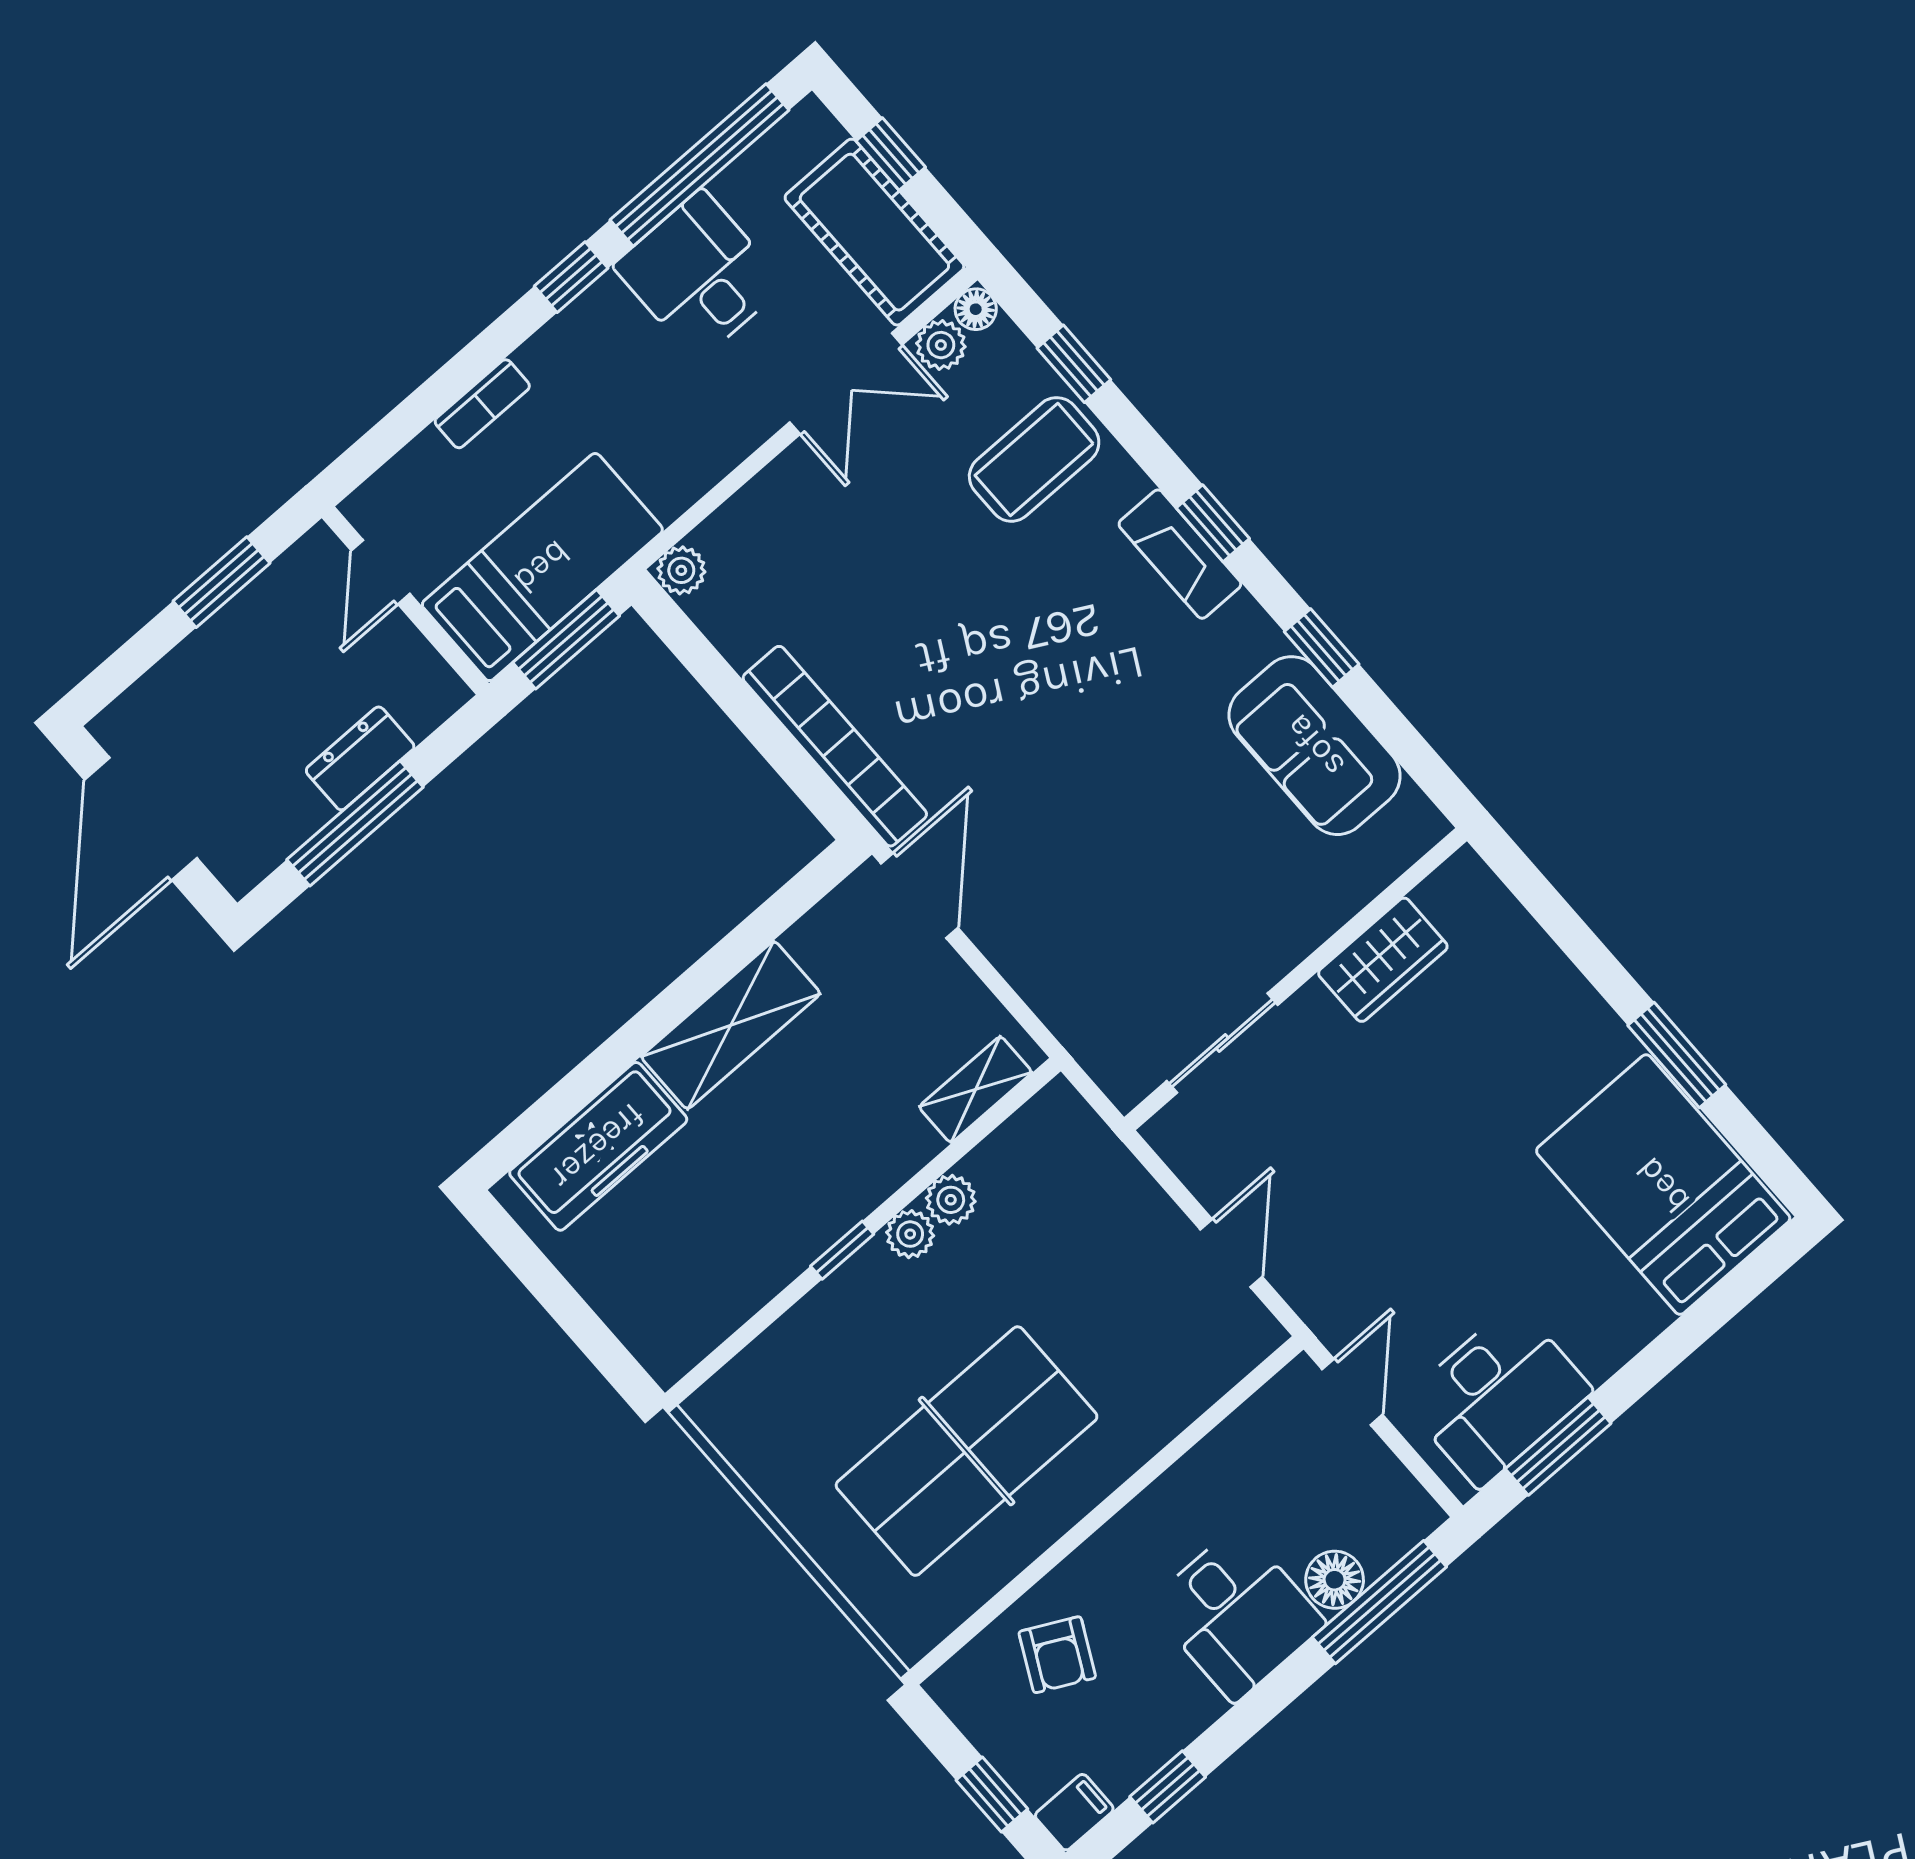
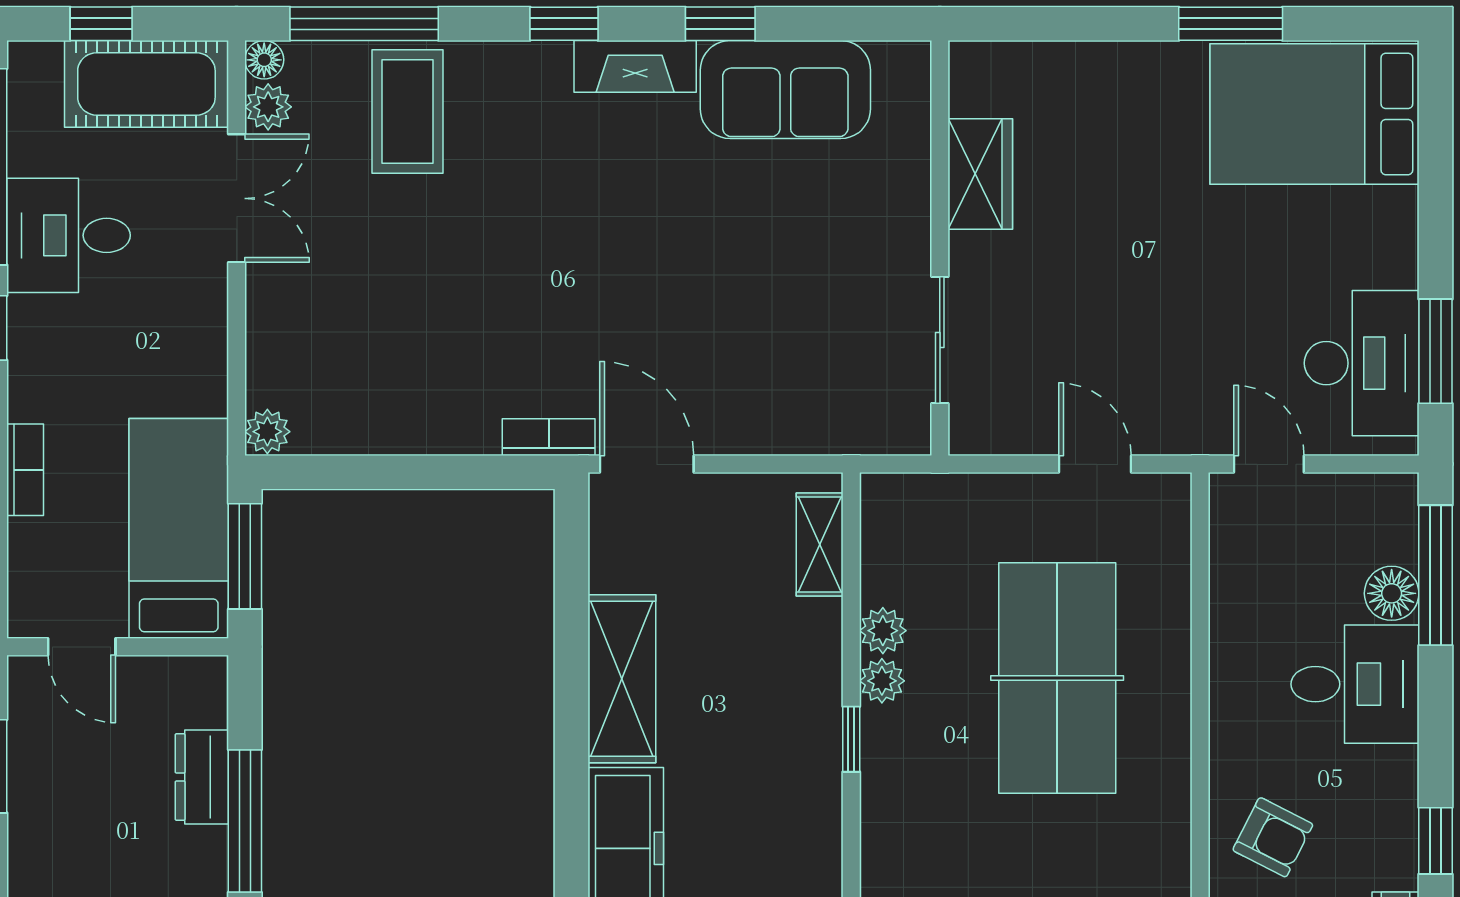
window: (1074, 364) -> (364, 24), width x2.17
fireplace: (1180, 554) -> (635, 66), moved
bookcase: (835, 746) -> (549, 437), width x0.43, depth x0.76
table tennis table: (967, 1451) -> (1057, 678), moved

